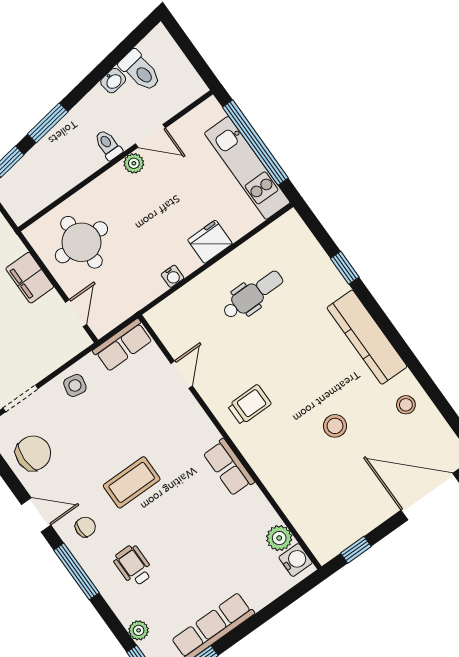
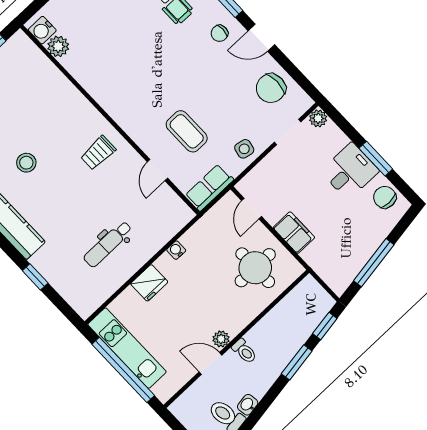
stool: (335, 426) -> (26, 163), moved
row of seats: (229, 467) -> (108, 99), removed
coffee table: (132, 482) -> (187, 131), moved, turned 90

